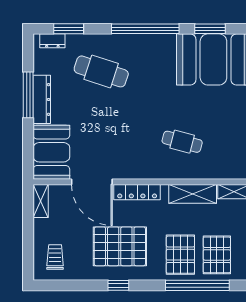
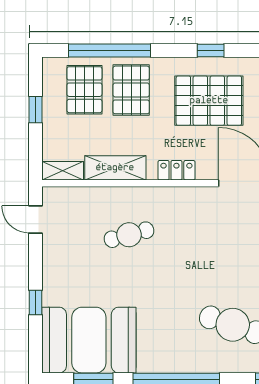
cafe table: (182, 142) -> (129, 235), turned -30
locker: (137, 192) -> (176, 170), width x0.66

